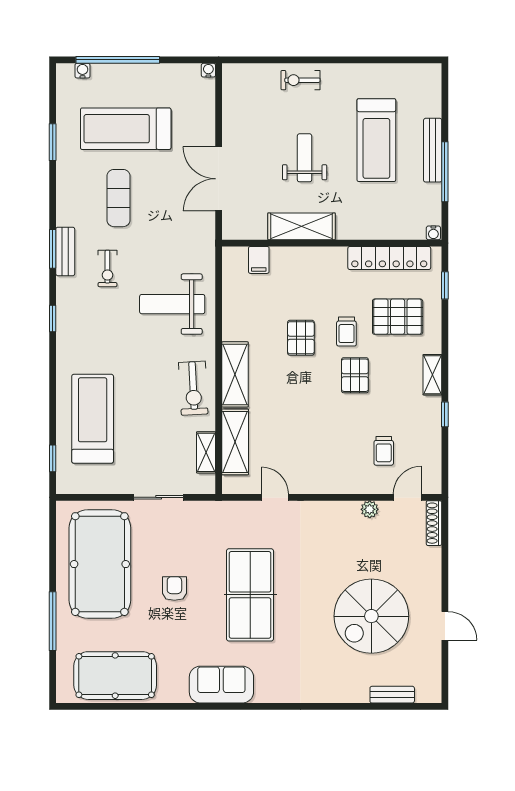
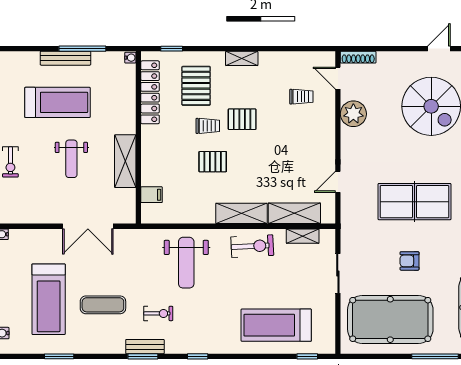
weight bench: (305, 158) -> (71, 159), turned -90
window: (445, 414) -> (273, 49), removed
plant: (370, 509) -> (353, 114), width x1.88, depth x1.88

